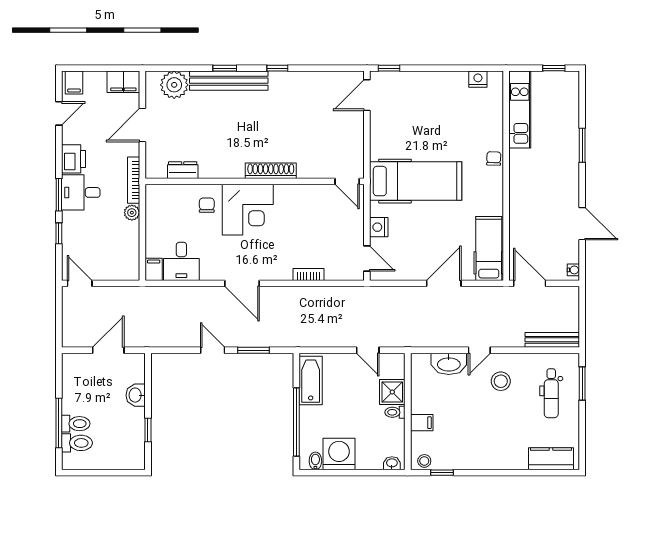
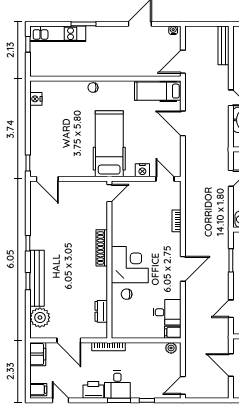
kitchen unit: (520, 110) -> (58, 34), moved, turned 180
plant: (132, 213) -> (171, 348), moved
door: (367, 258) -> (165, 179), hinge flipped
door: (213, 350) -> (231, 309), moved

